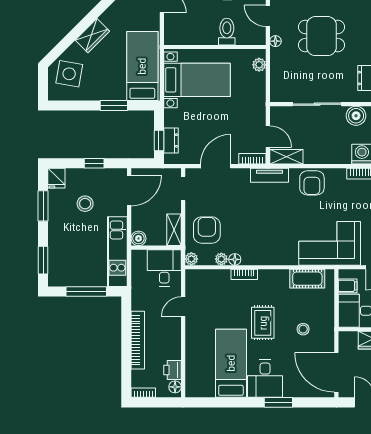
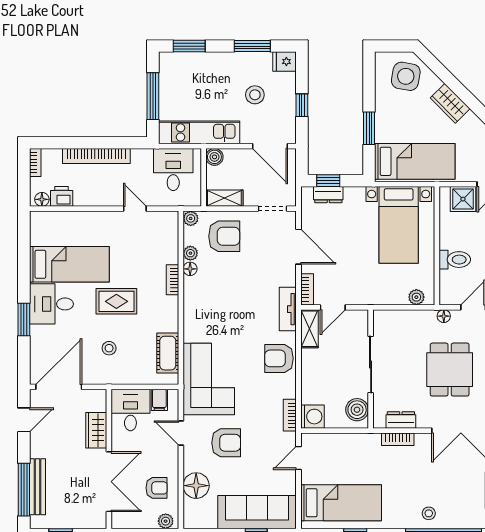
shower: (175, 25) -> (463, 199), added
desk: (164, 268) -> (173, 170), moved, turned -90

